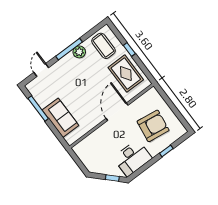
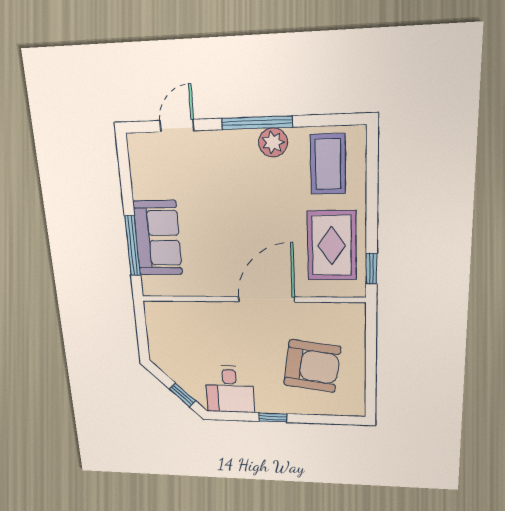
window: (129, 50) -> (371, 269), moved
window: (38, 108) -> (133, 246), moved
window: (166, 151) -> (273, 418), moved
desk: (132, 158) -> (230, 389), width x0.73

